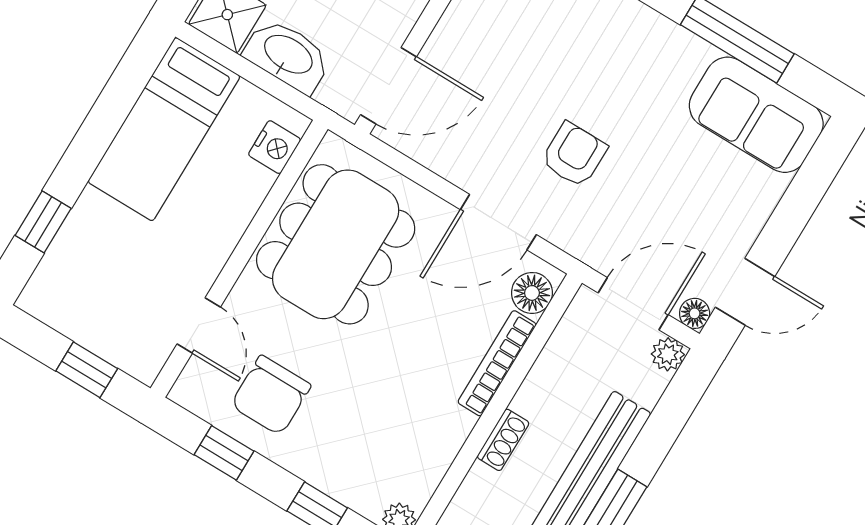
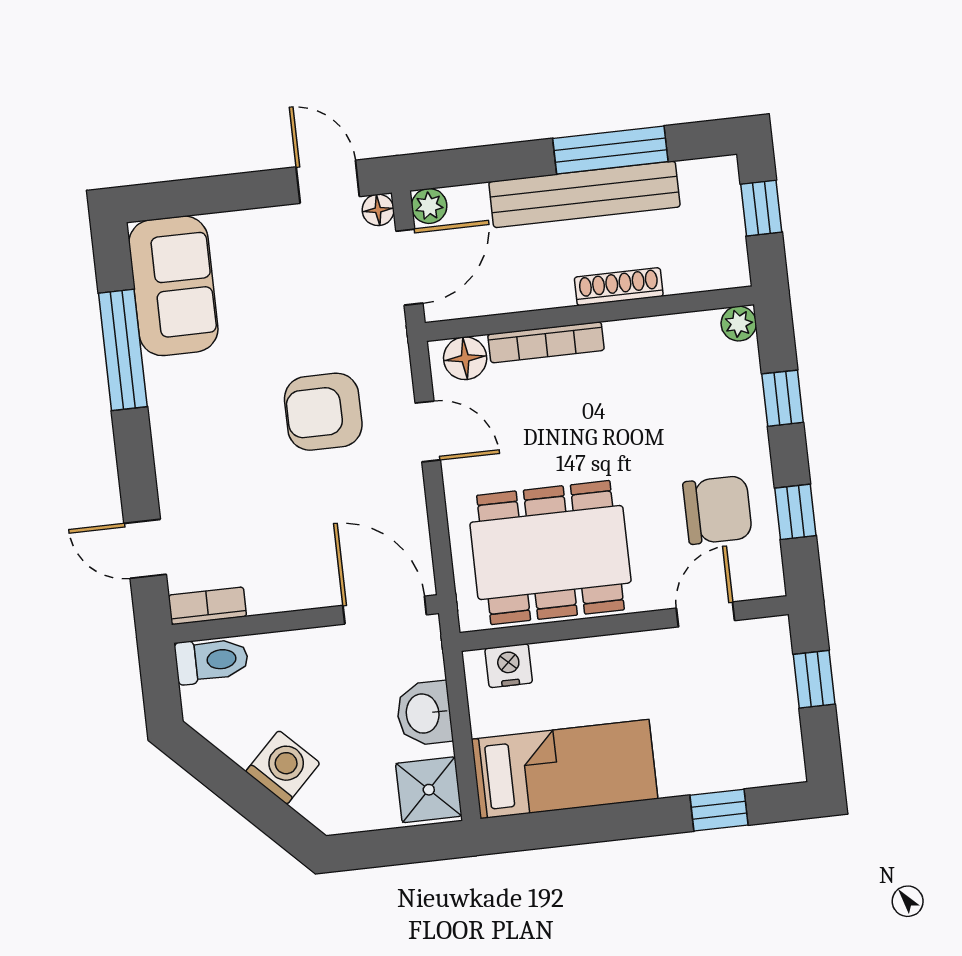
washbasin: (288, 55) -> (424, 713), width x0.72
armchair: (574, 155) -> (323, 412), width x1.38, depth x1.38
door: (498, 222) -> (428, 431), width x0.73
door: (633, 304) -> (409, 267), swing flipped
shoe rack: (503, 440) -> (619, 287), width x1.43

